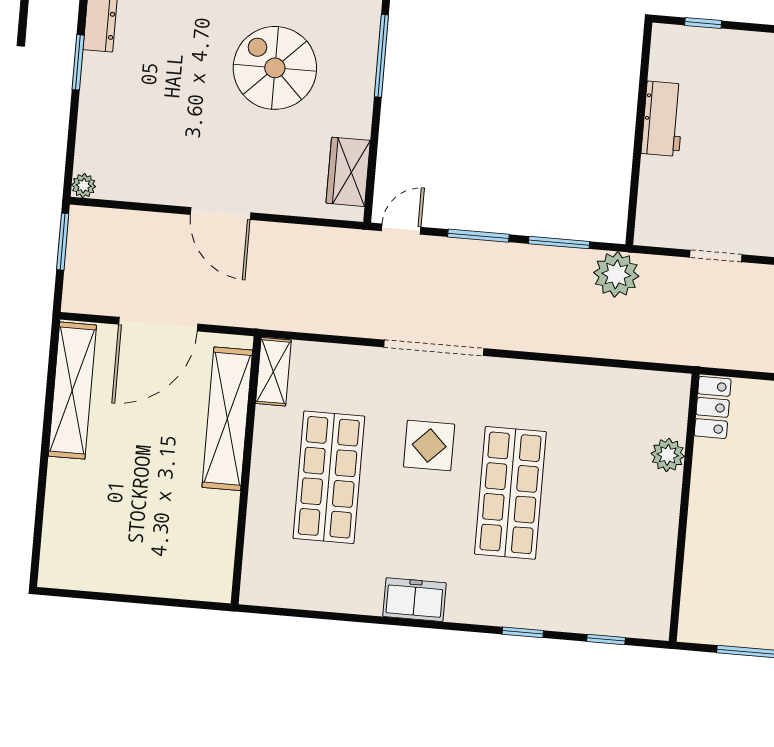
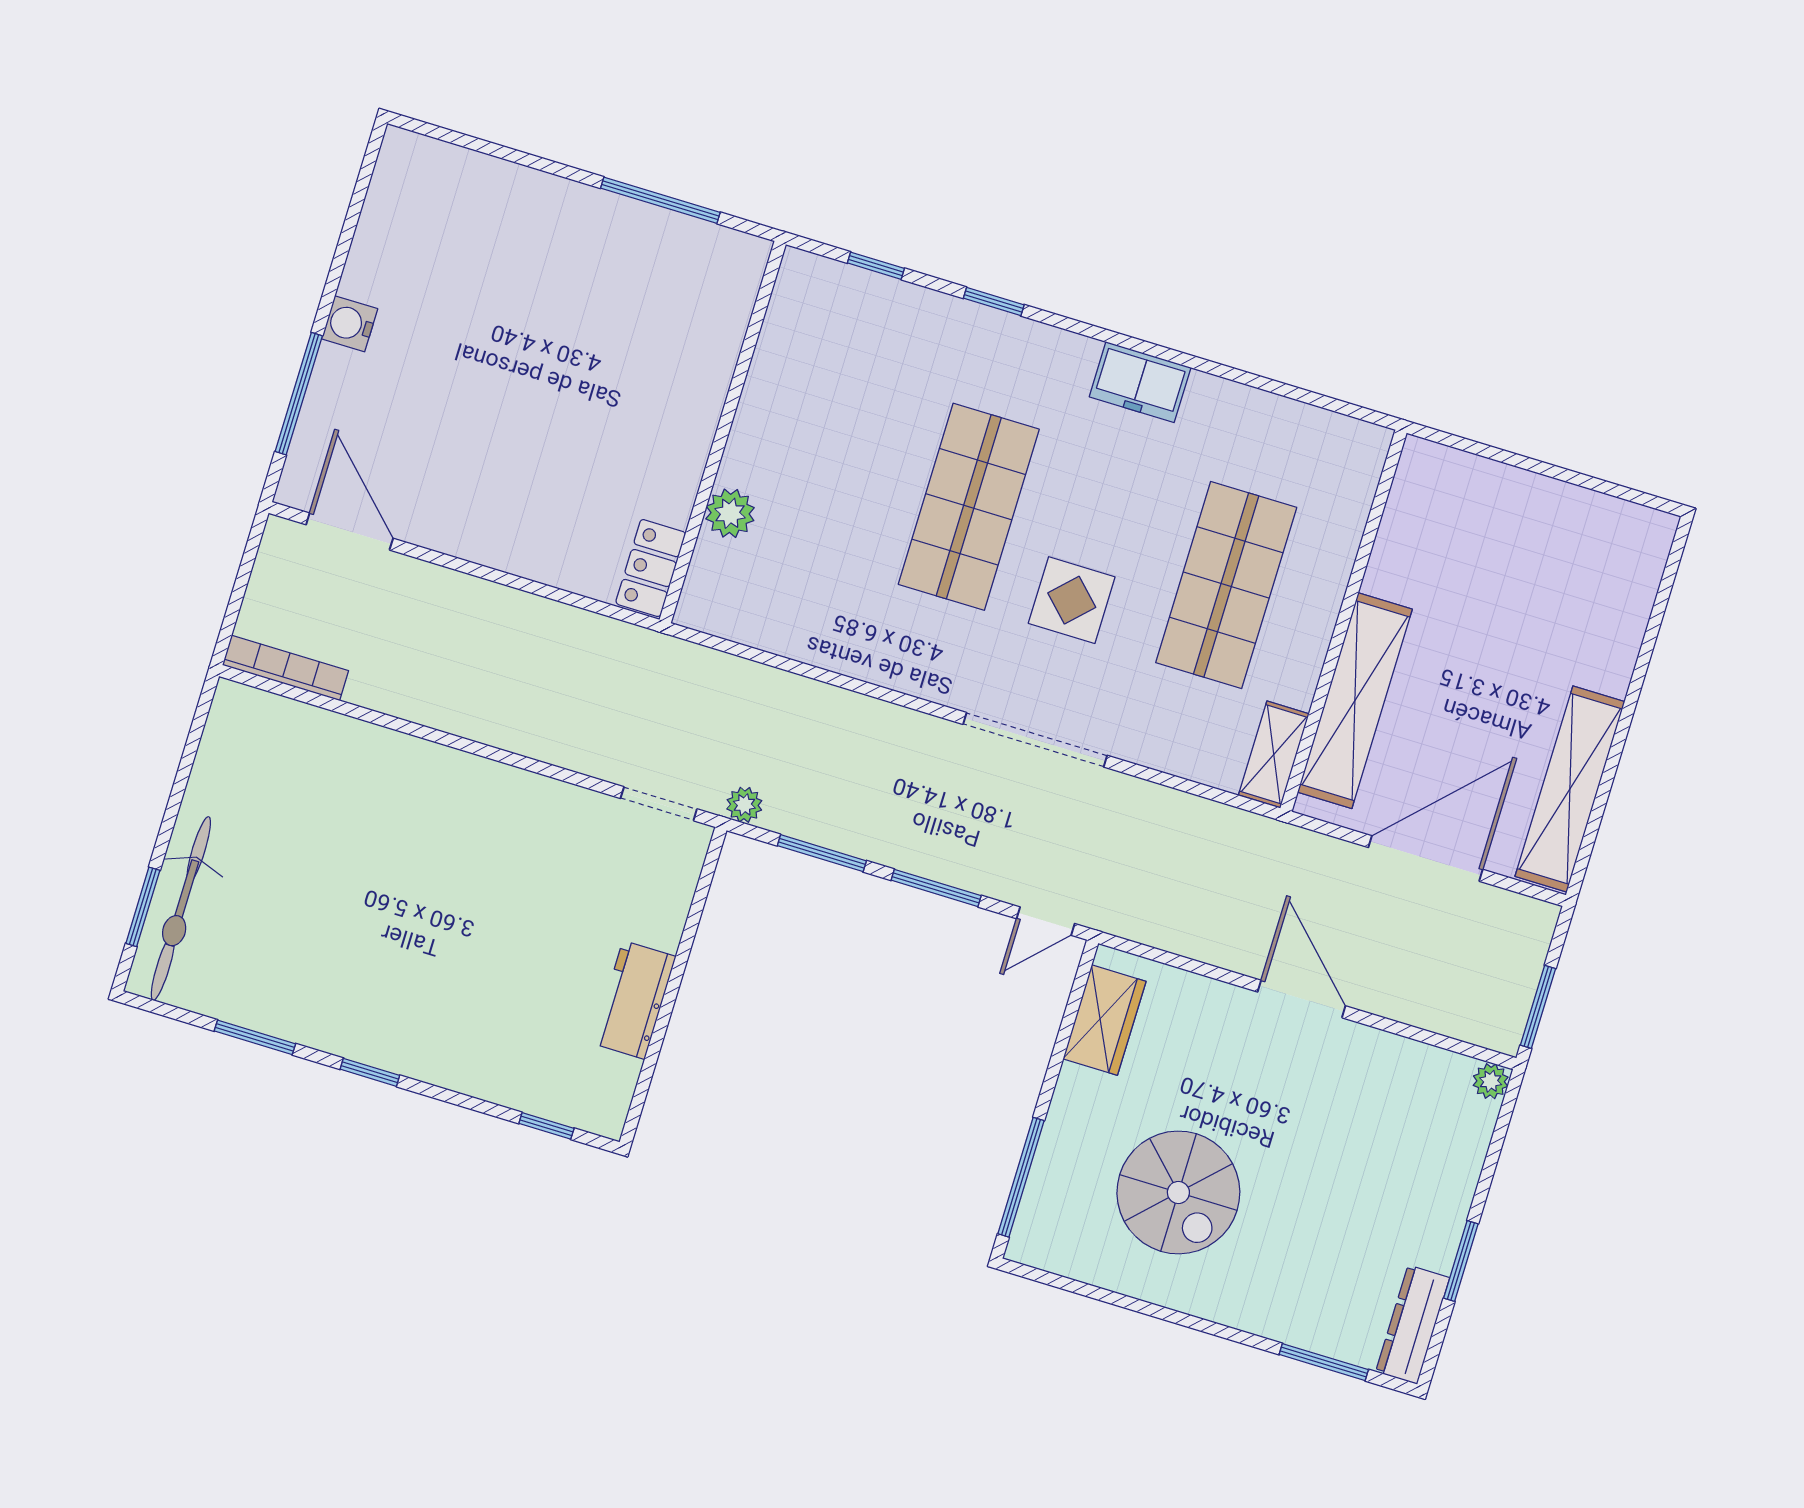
doorway: (716, 256) -> (659, 804), moved
plant: (616, 274) -> (744, 805), width x0.53, depth x0.53

